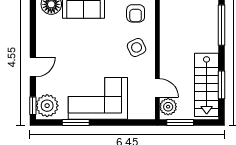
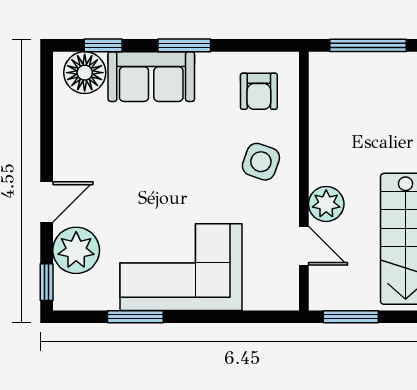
side table: (137, 47) -> (261, 162), turned 45
plant: (47, 106) -> (76, 250), moved
plant: (168, 107) -> (326, 204), moved

